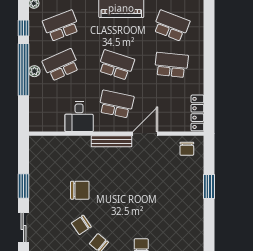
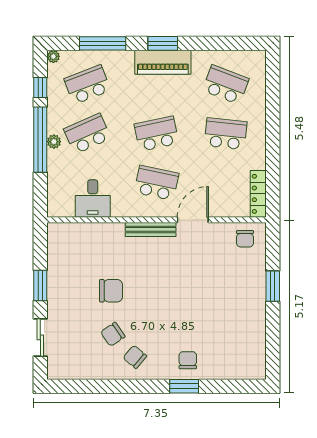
school desk: (116, 65) -> (156, 134), turned -30
desk: (79, 117) -> (93, 198), moved

